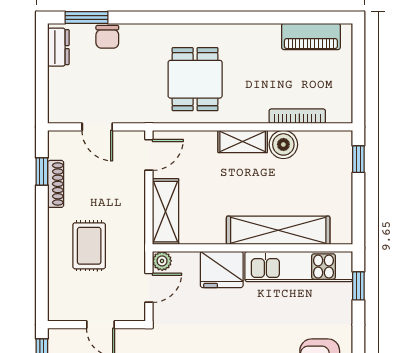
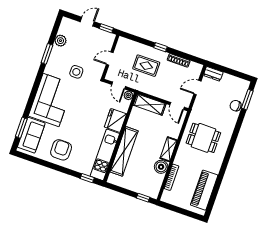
piano: (311, 36) -> (204, 190), width x1.37, depth x1.33
dresser: (58, 47) -> (213, 74), moved
window: (42, 172) -> (160, 47), moved

